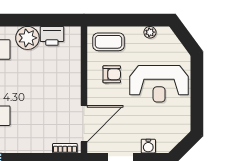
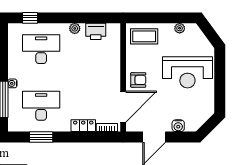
plant: (27, 38) -> (75, 28), width x0.53, depth x0.53
armchair: (112, 74) -> (138, 80), moved
locker: (37, 146) -> (83, 126), added

